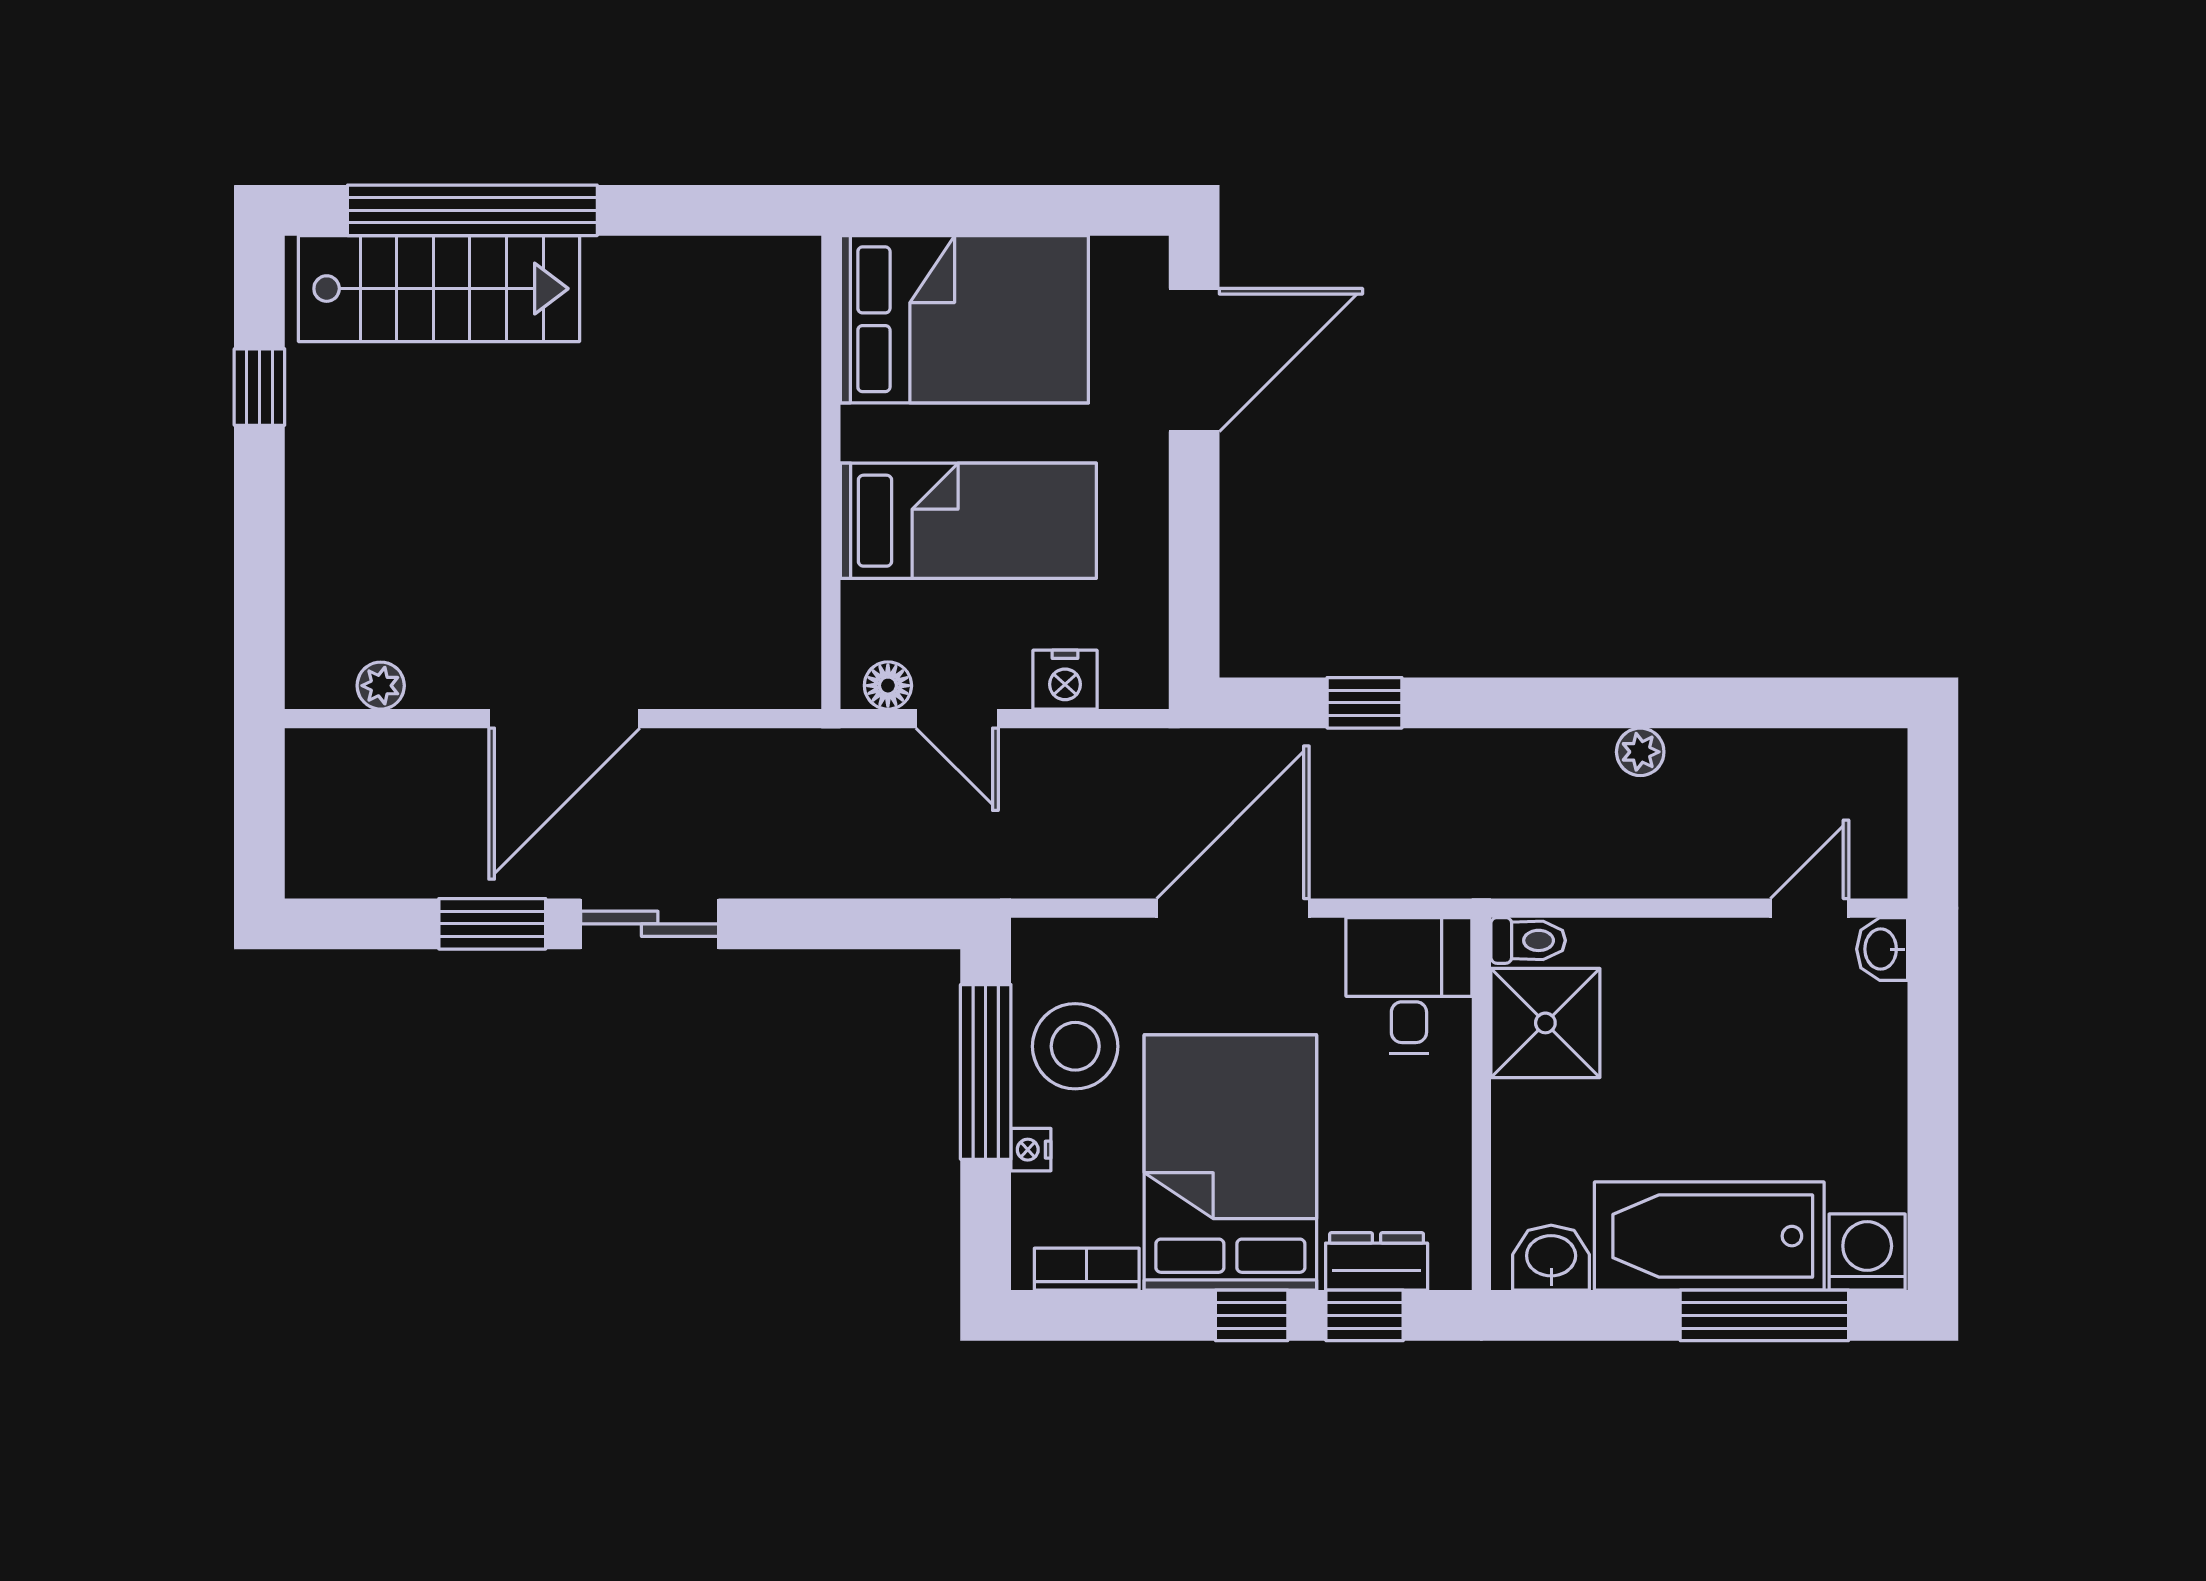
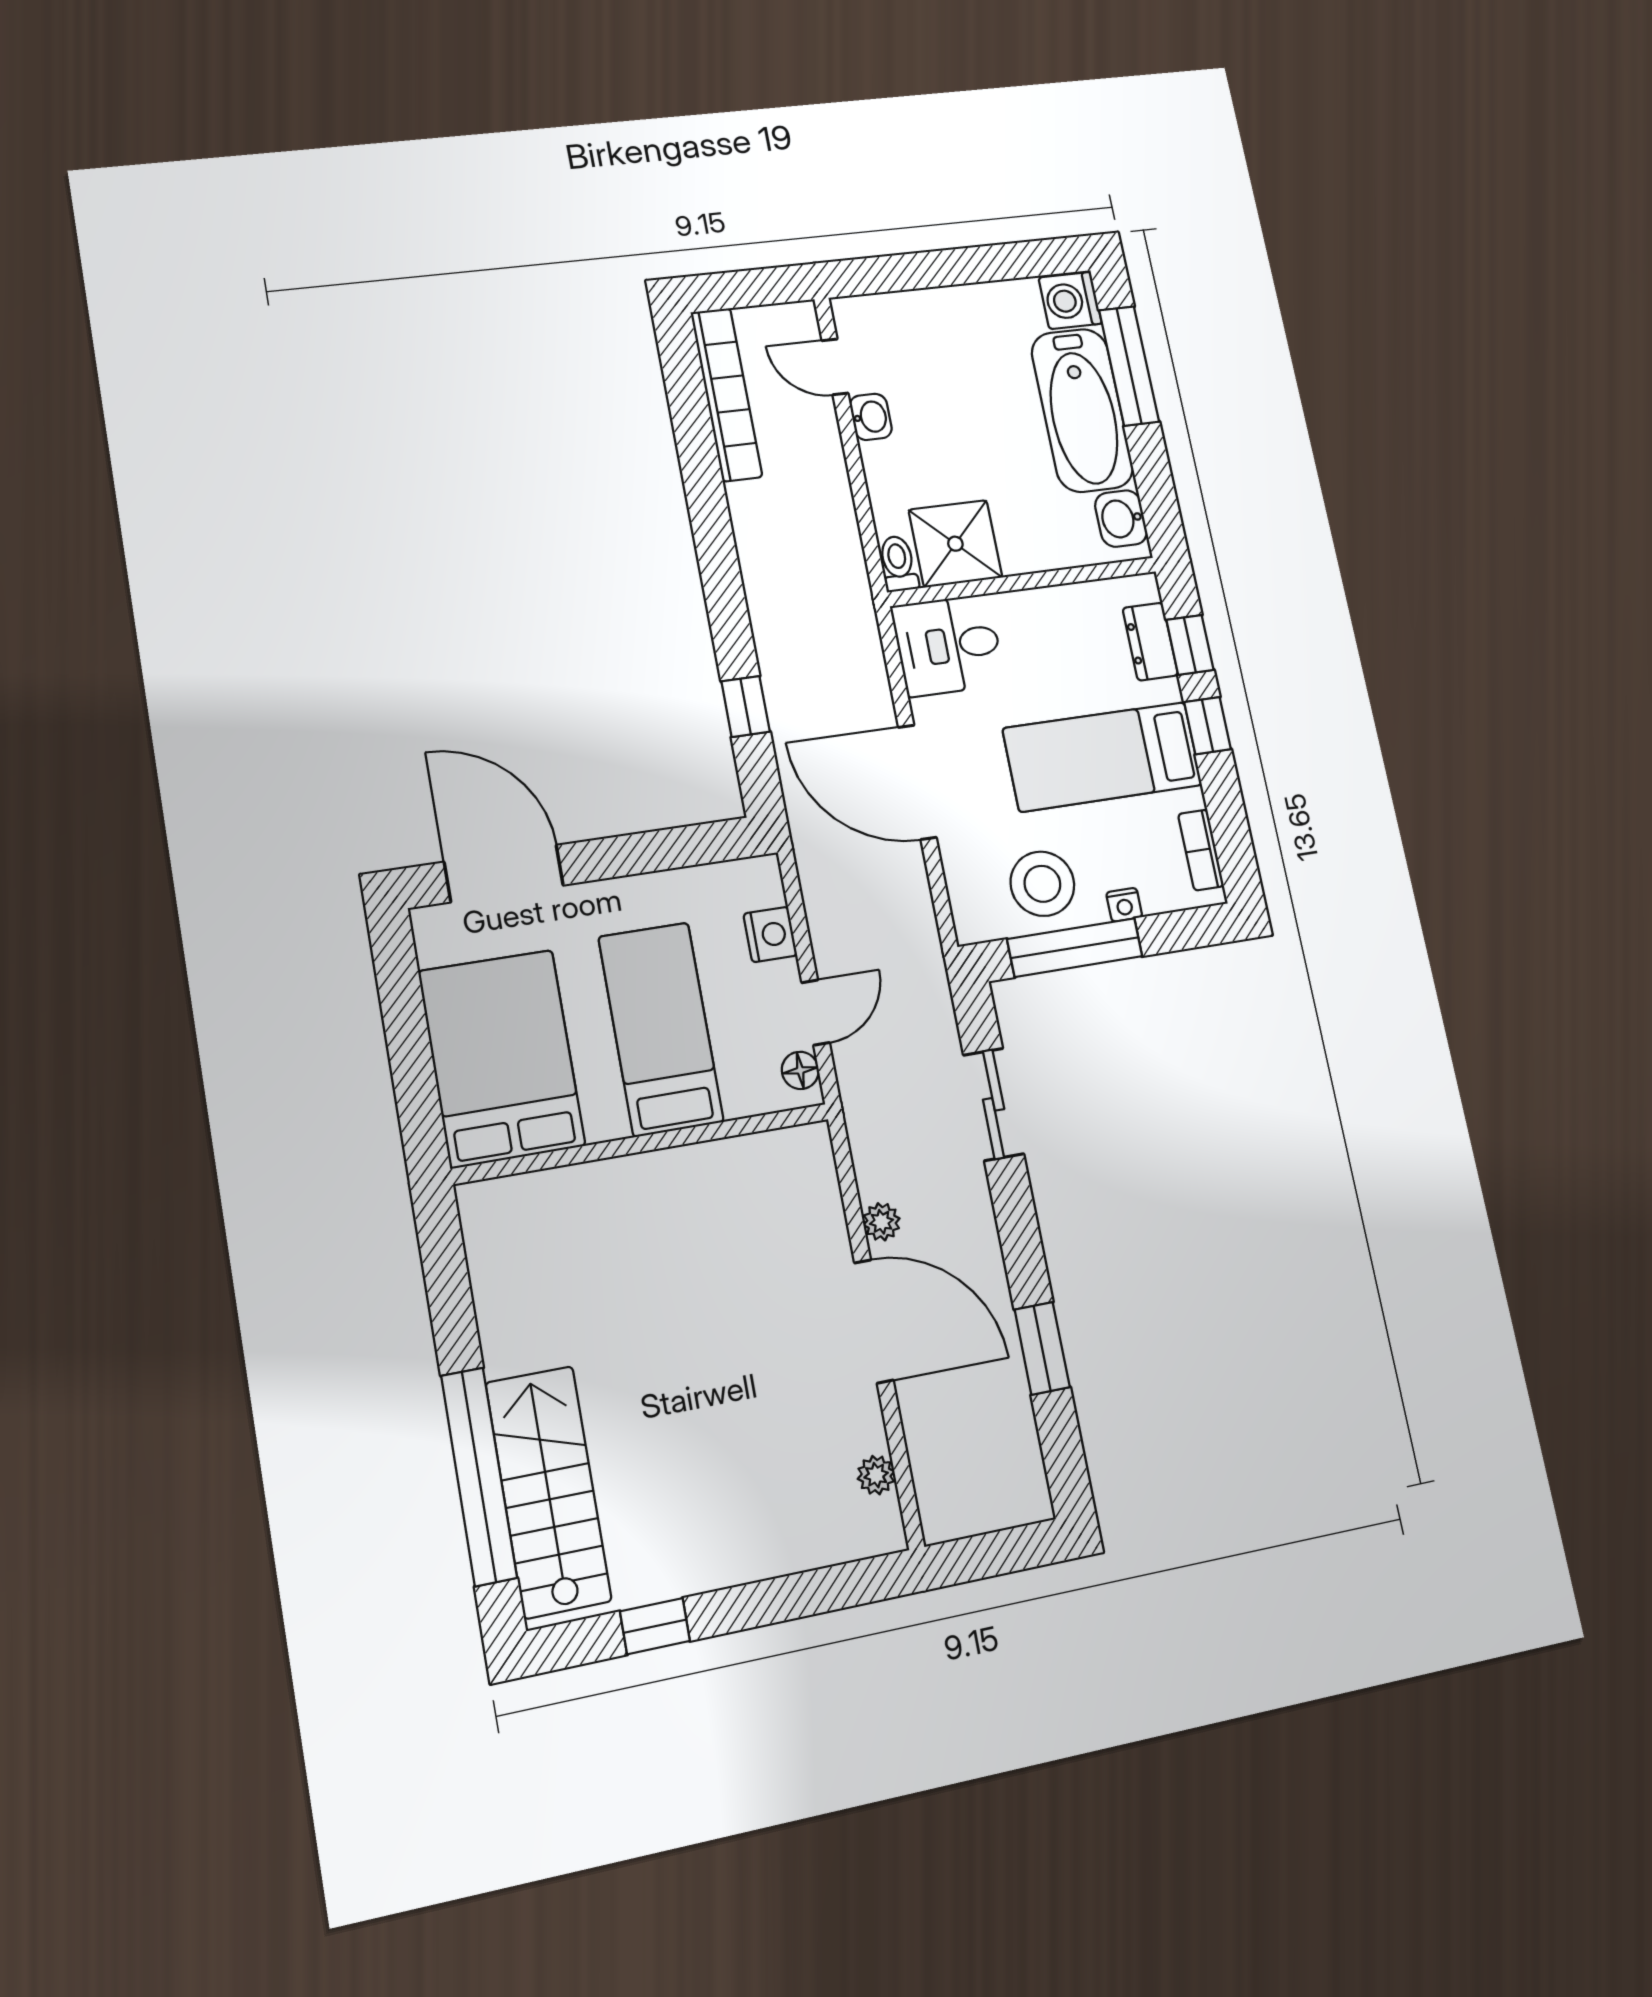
plant: (1640, 752) -> (882, 1222), moved
bookcase: (1788, 755) -> (726, 394), added
sliding door: (650, 924) -> (994, 1104), moved
washbasin: (1882, 949) -> (871, 417), moved, turned -90
bed: (1230, 1162) -> (1103, 757), width x0.67

